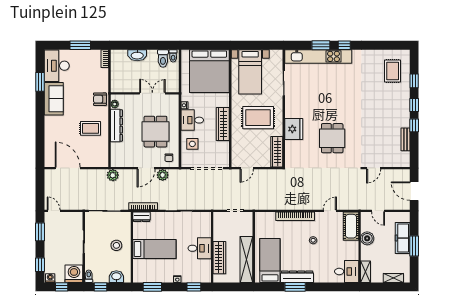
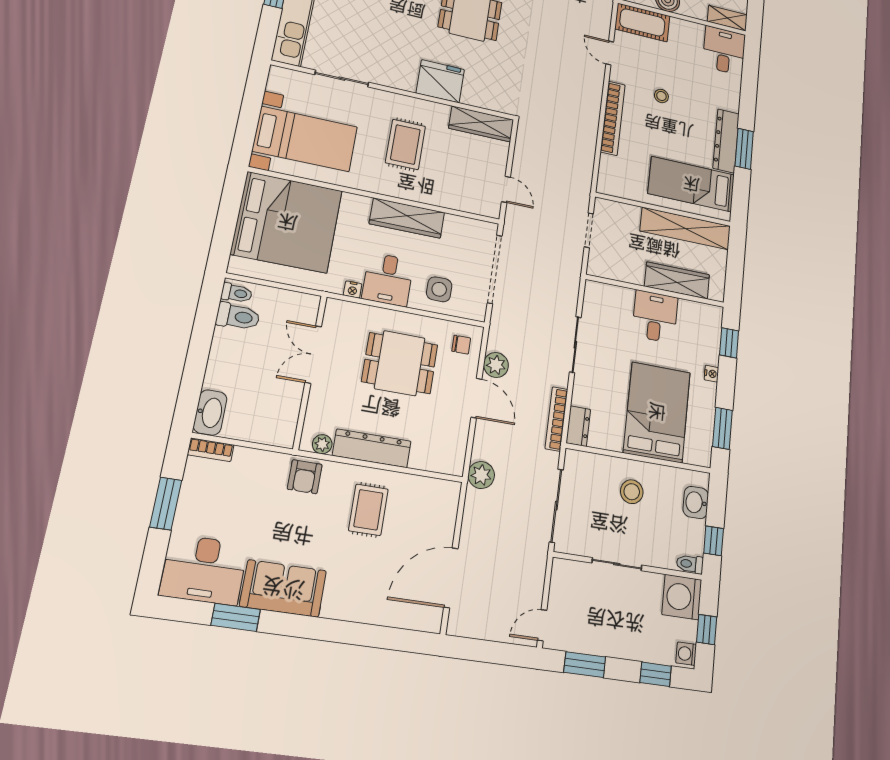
washbasin: (137, 55) -> (210, 412), moved
rug: (258, 118) -> (405, 144), width x0.73, depth x0.70
bed: (154, 249) -> (657, 412), width x1.50

